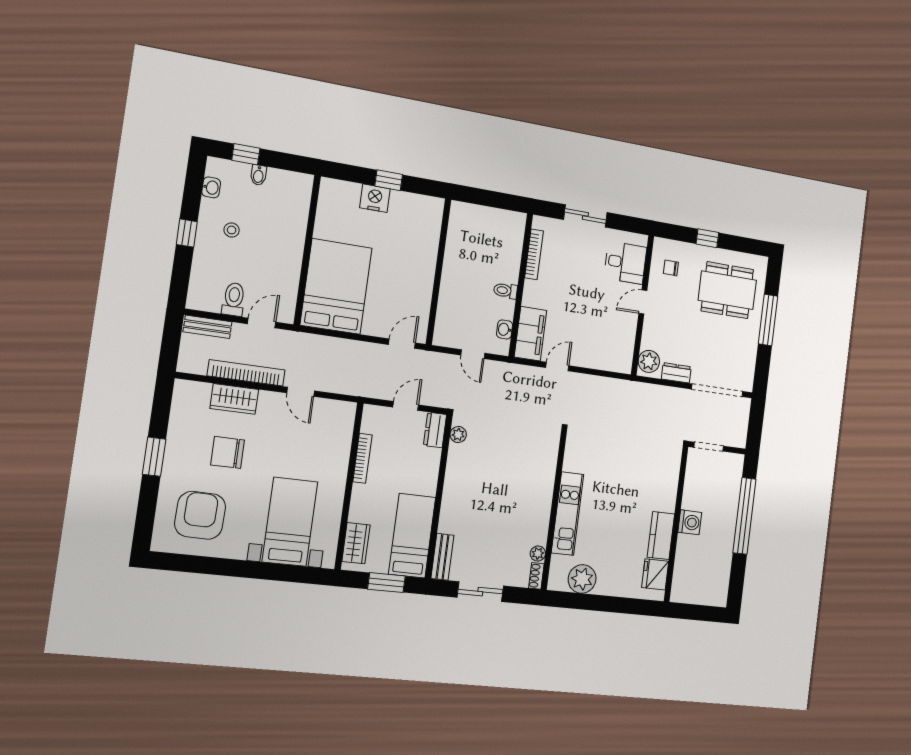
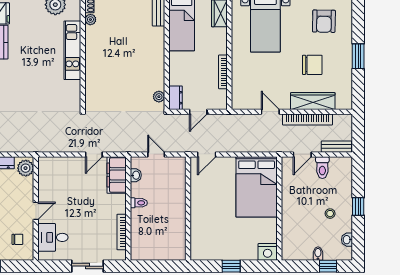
nightstand: (375, 198) -> (268, 252), moved
wardrobe: (234, 399) -> (313, 101), width x1.50
armchair: (200, 515) -> (324, 21), width x0.73, depth x0.73

